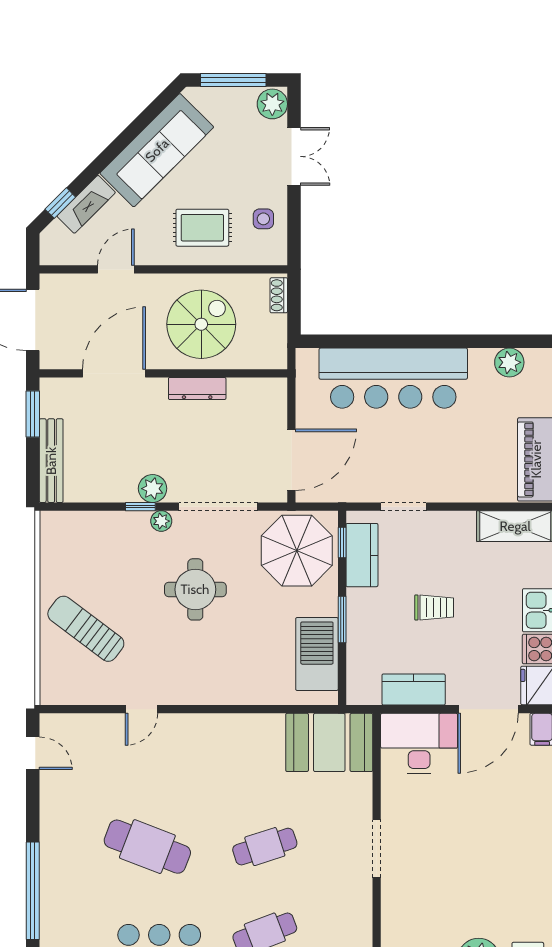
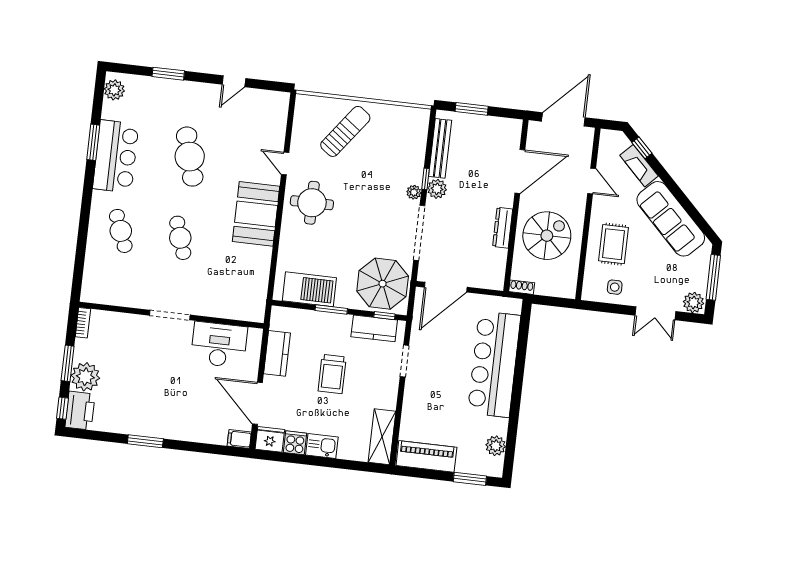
shoe rack: (279, 295) -> (522, 287), moved
spiral stairs: (201, 324) -> (547, 236), turned -90
door: (114, 373) -> (520, 171), hinge flipped
window: (33, 414) -> (472, 109), moved
door: (291, 460) -> (446, 287), hinge flipped
bench: (51, 461) -> (440, 148), moved, turned 90
round table: (195, 589) -> (312, 203), moved
trolley: (434, 607) -> (332, 374), width x1.36, depth x1.39
booth: (329, 742) -> (256, 214), moved
desk: (419, 743) -> (219, 345), moved, turned -90
door: (33, 753) -> (234, 81), moved
cafe table: (147, 847) -> (190, 157), turned -36
window: (33, 891) -> (168, 74), width x0.47

